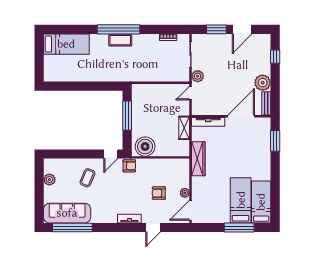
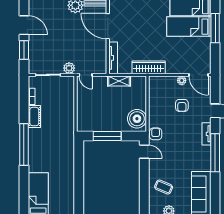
cot: (120, 40) -> (34, 117), moved
coffee table: (87, 178) -> (164, 187), moved
window: (72, 228) -> (215, 153), moved

